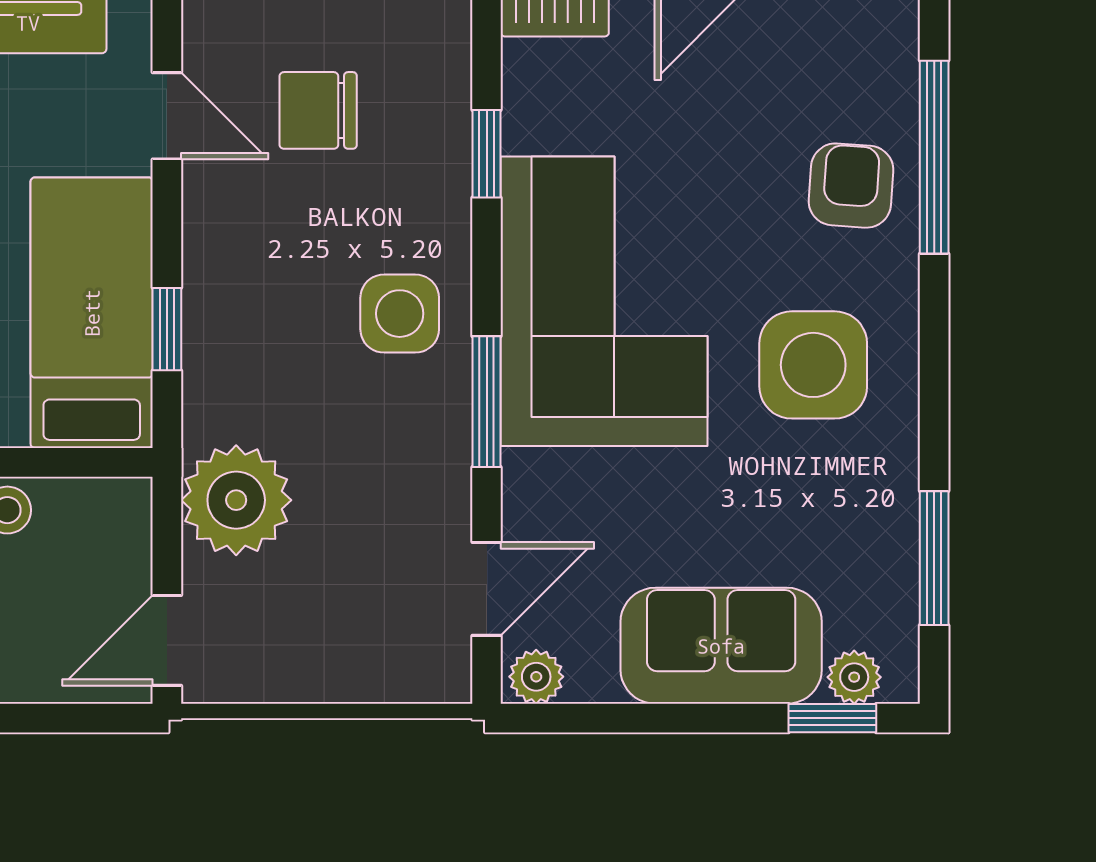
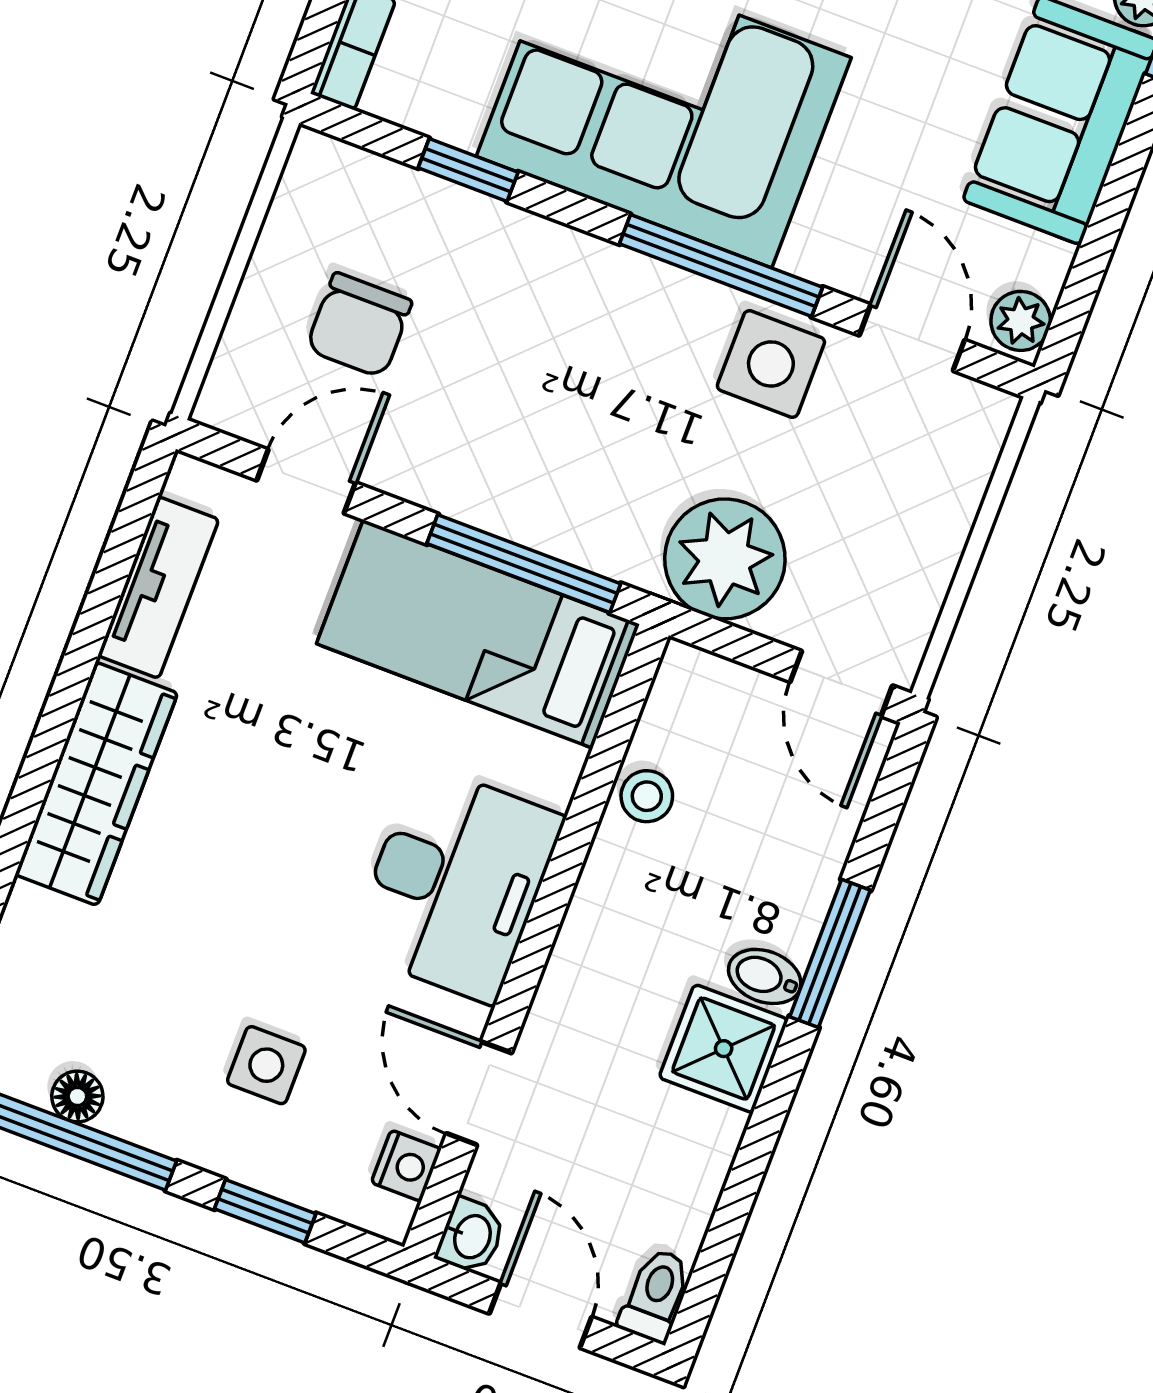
side table: (400, 314) -> (771, 364), moved
window: (167, 329) -> (524, 564), width x2.17
window: (487, 402) -> (721, 266), width x1.44

